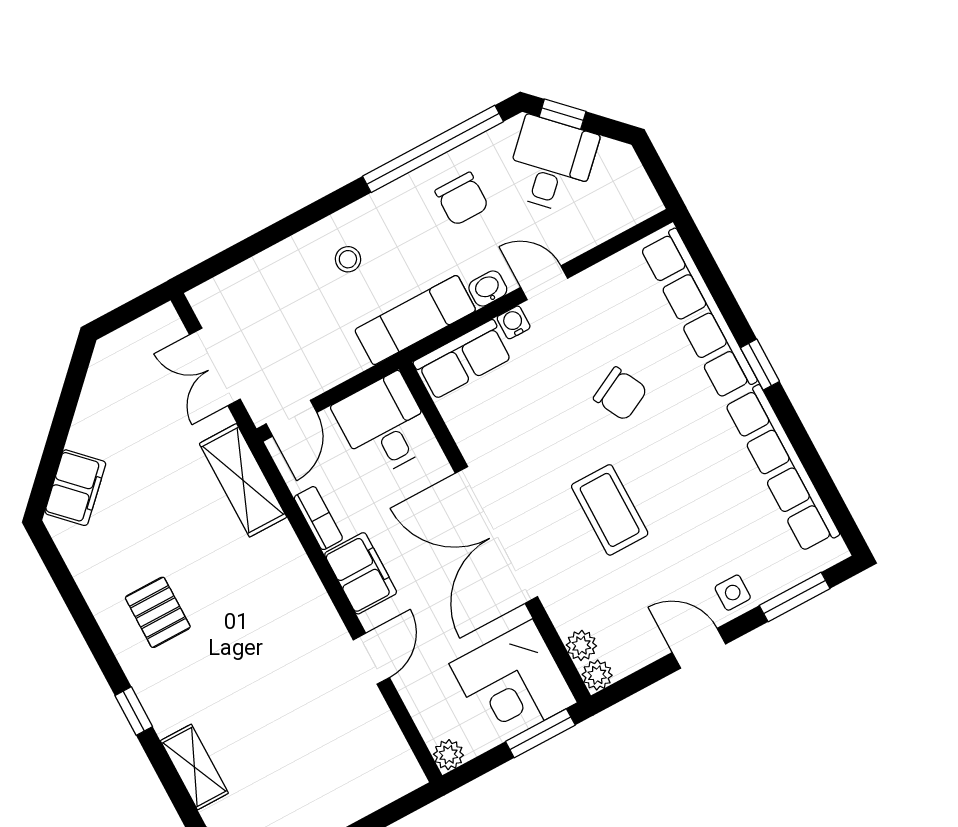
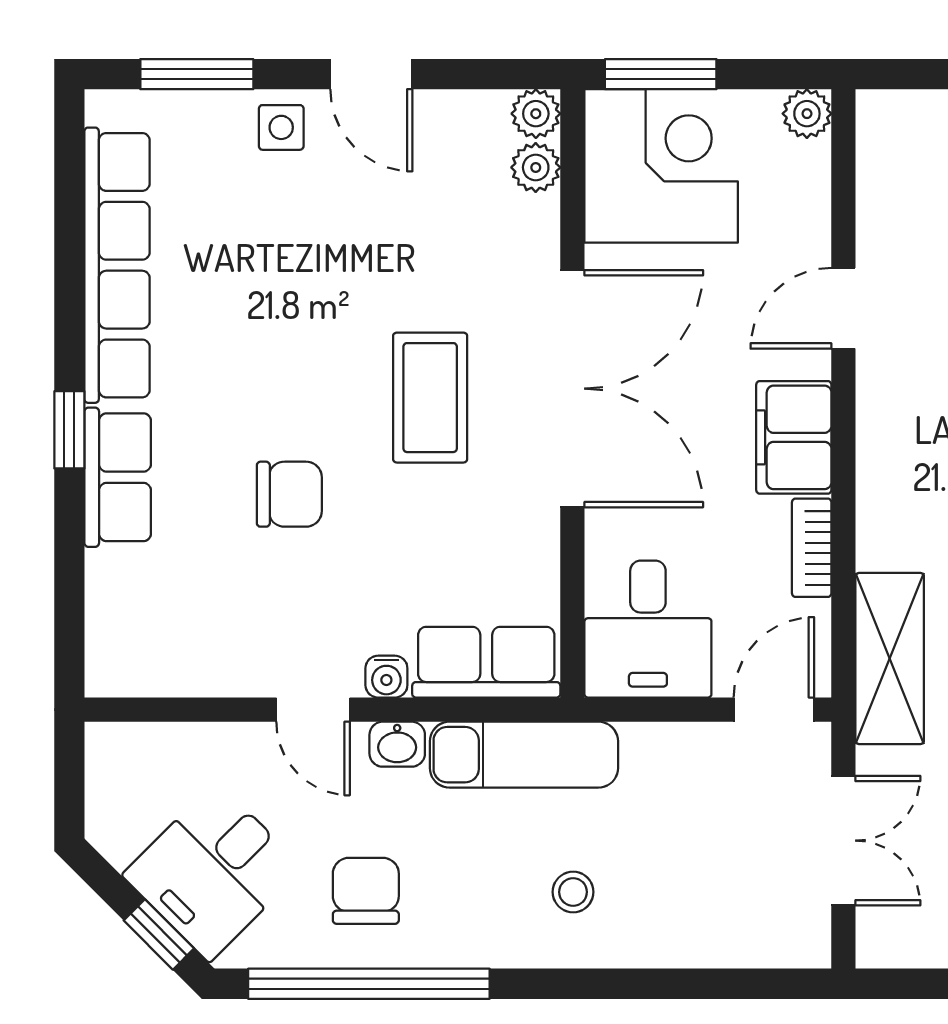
row of seats: (699, 314) -> (118, 477), width x0.50
chair: (620, 394) -> (289, 494), turned 117
coffee table: (610, 510) -> (430, 398), moved

